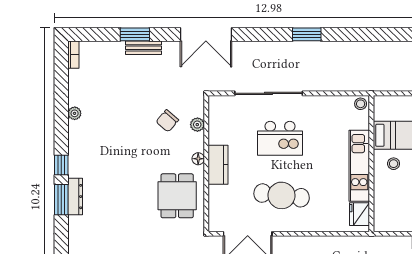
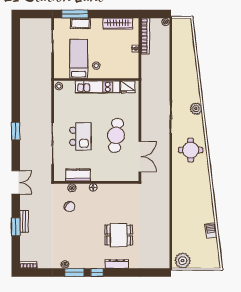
double door: (206, 34) -> (16, 182), width x0.73
window: (307, 34) -> (16, 131), moved
kitchen counter: (218, 165) -> (78, 175), moved
dining table: (177, 196) -> (119, 235), moved
window: (61, 200) -> (74, 273), moved

